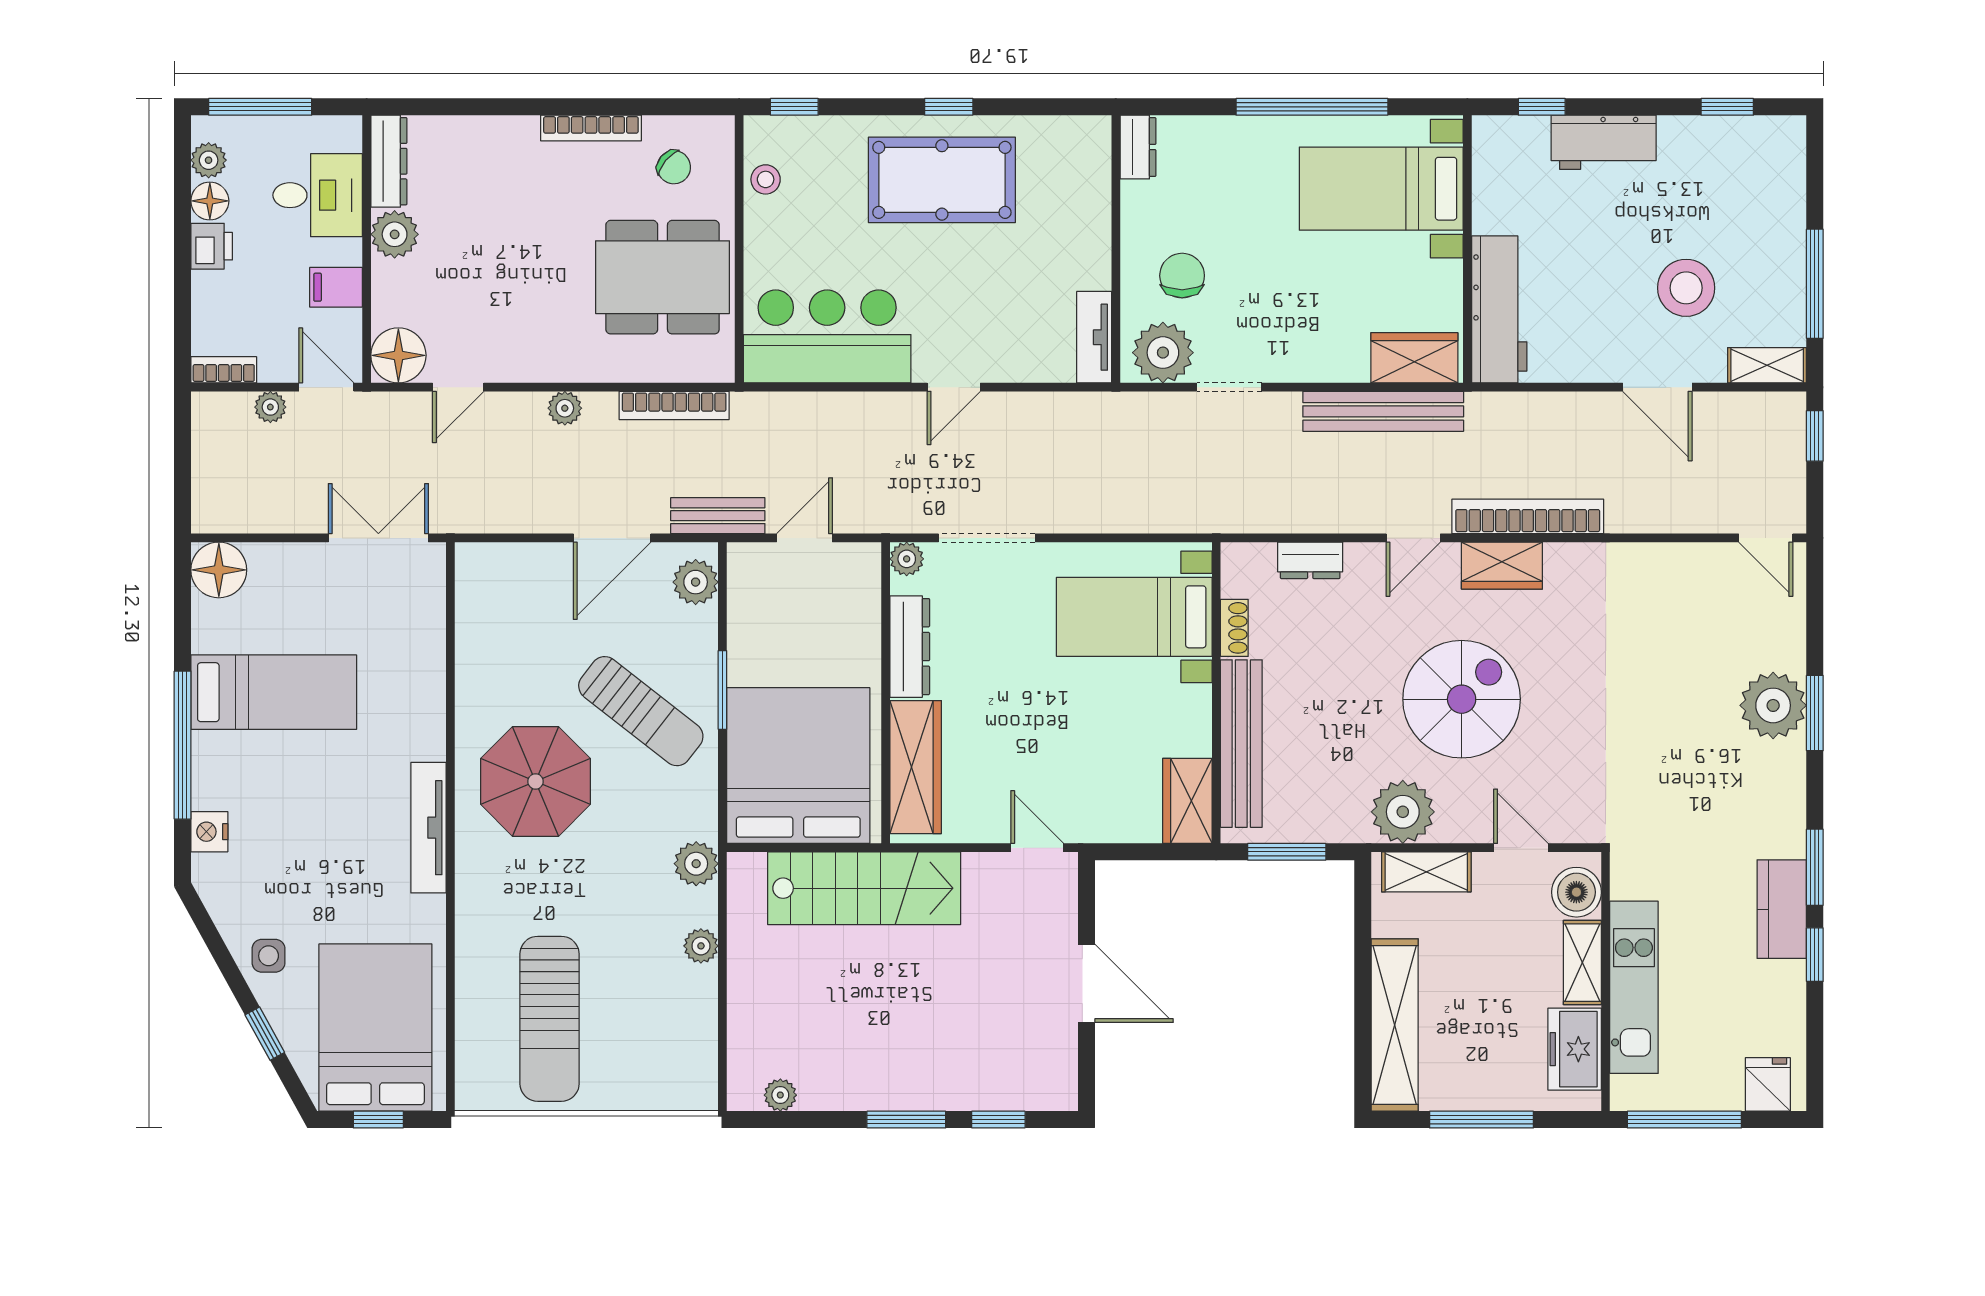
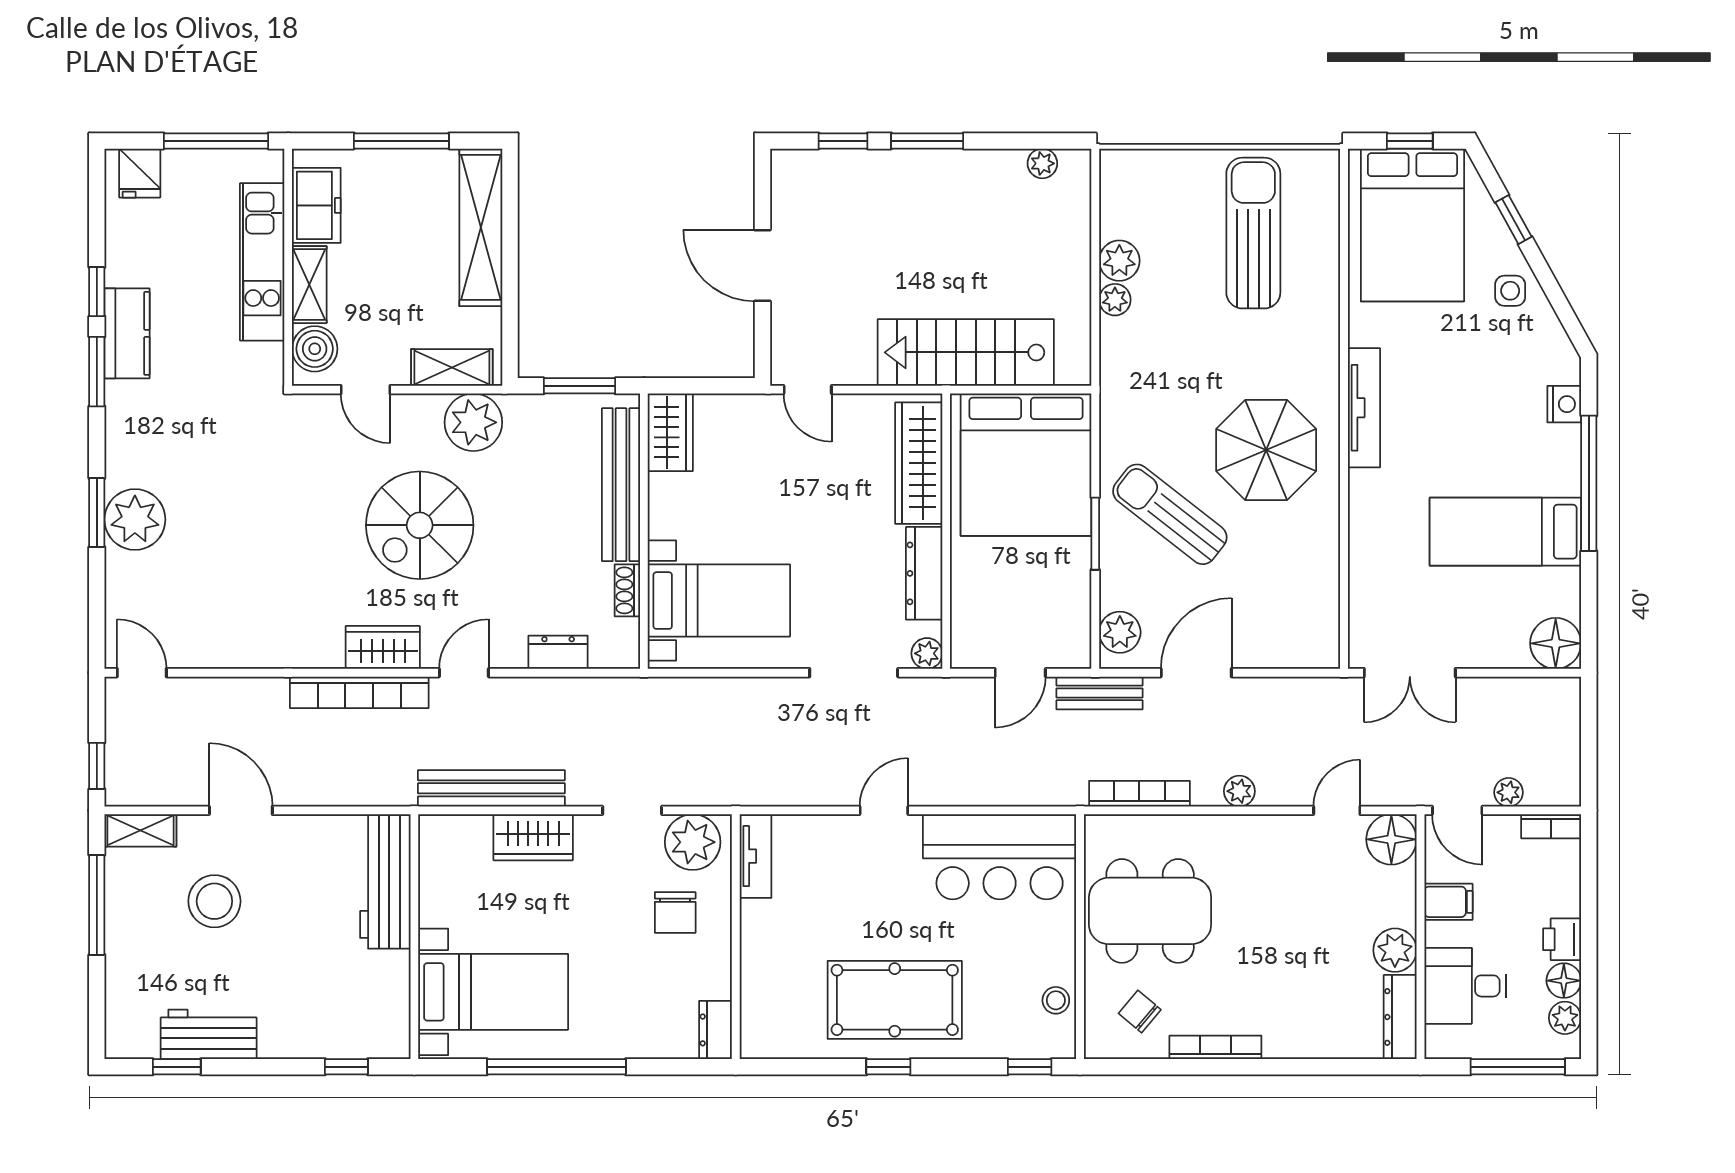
workbench: (1604, 142) -> (209, 1034), moved
wardrobe: (1414, 358) -> (533, 837), moved
plant: (696, 864) -> (1119, 261), moved

